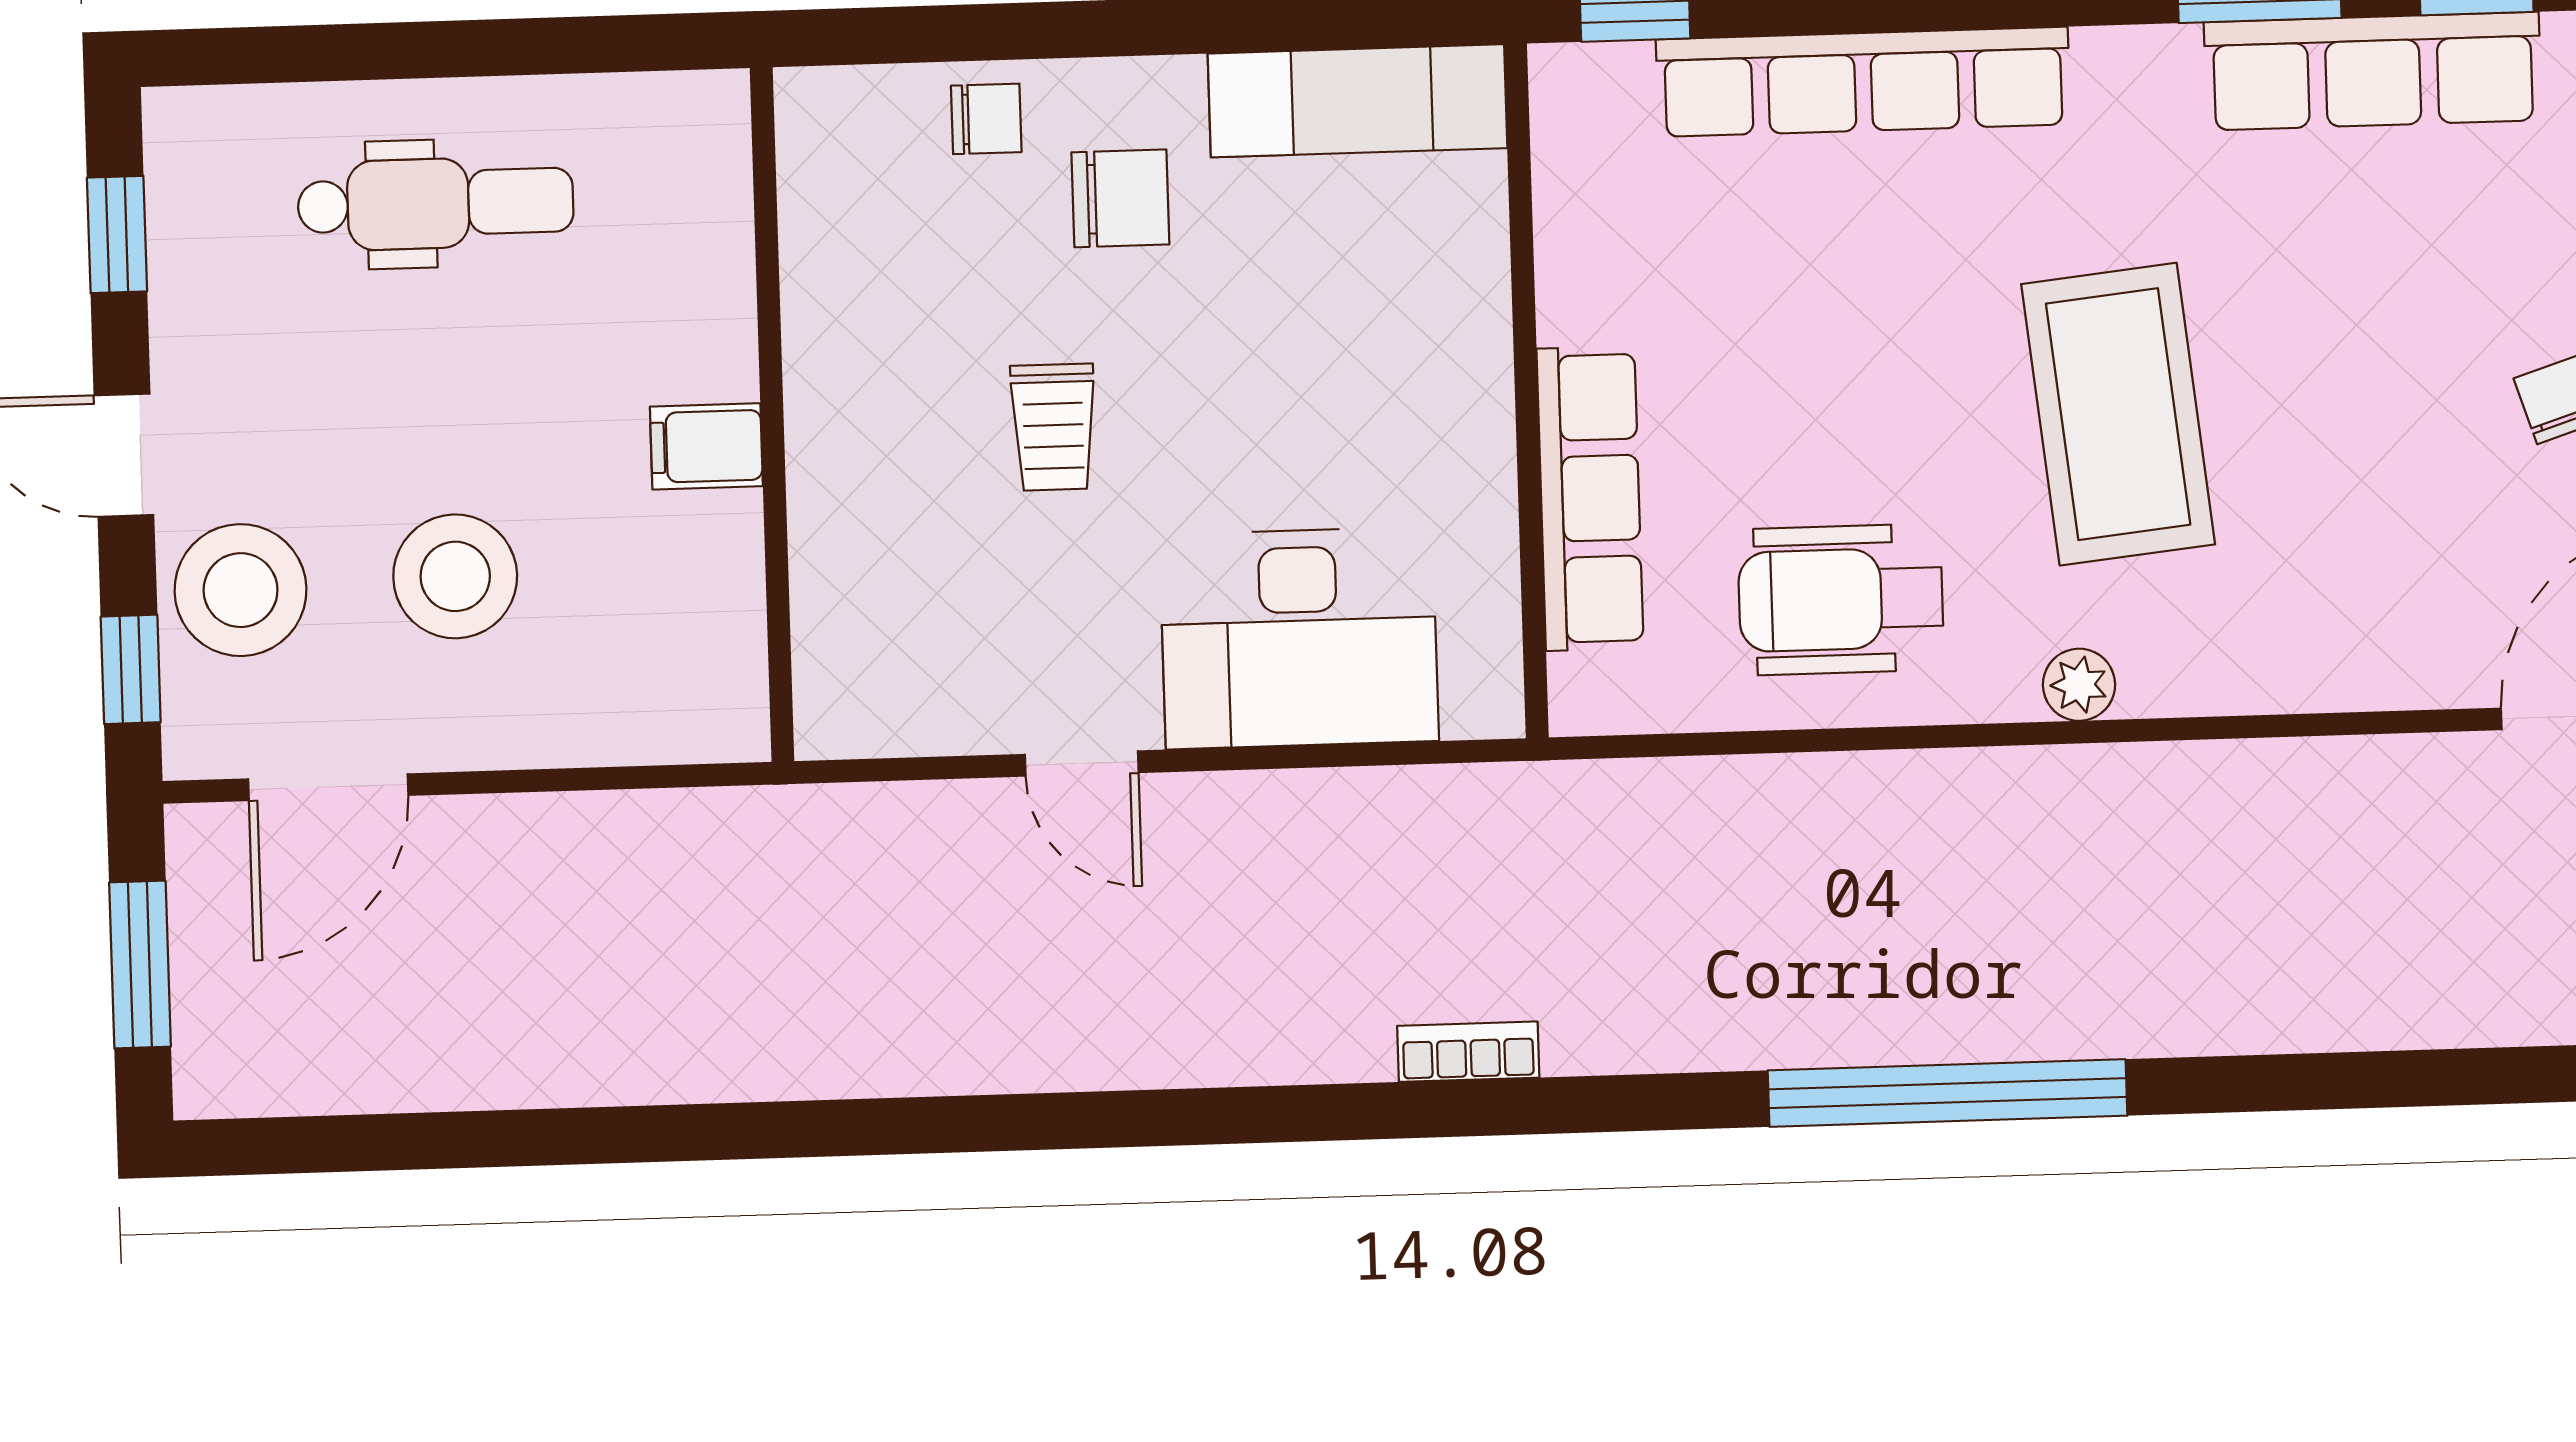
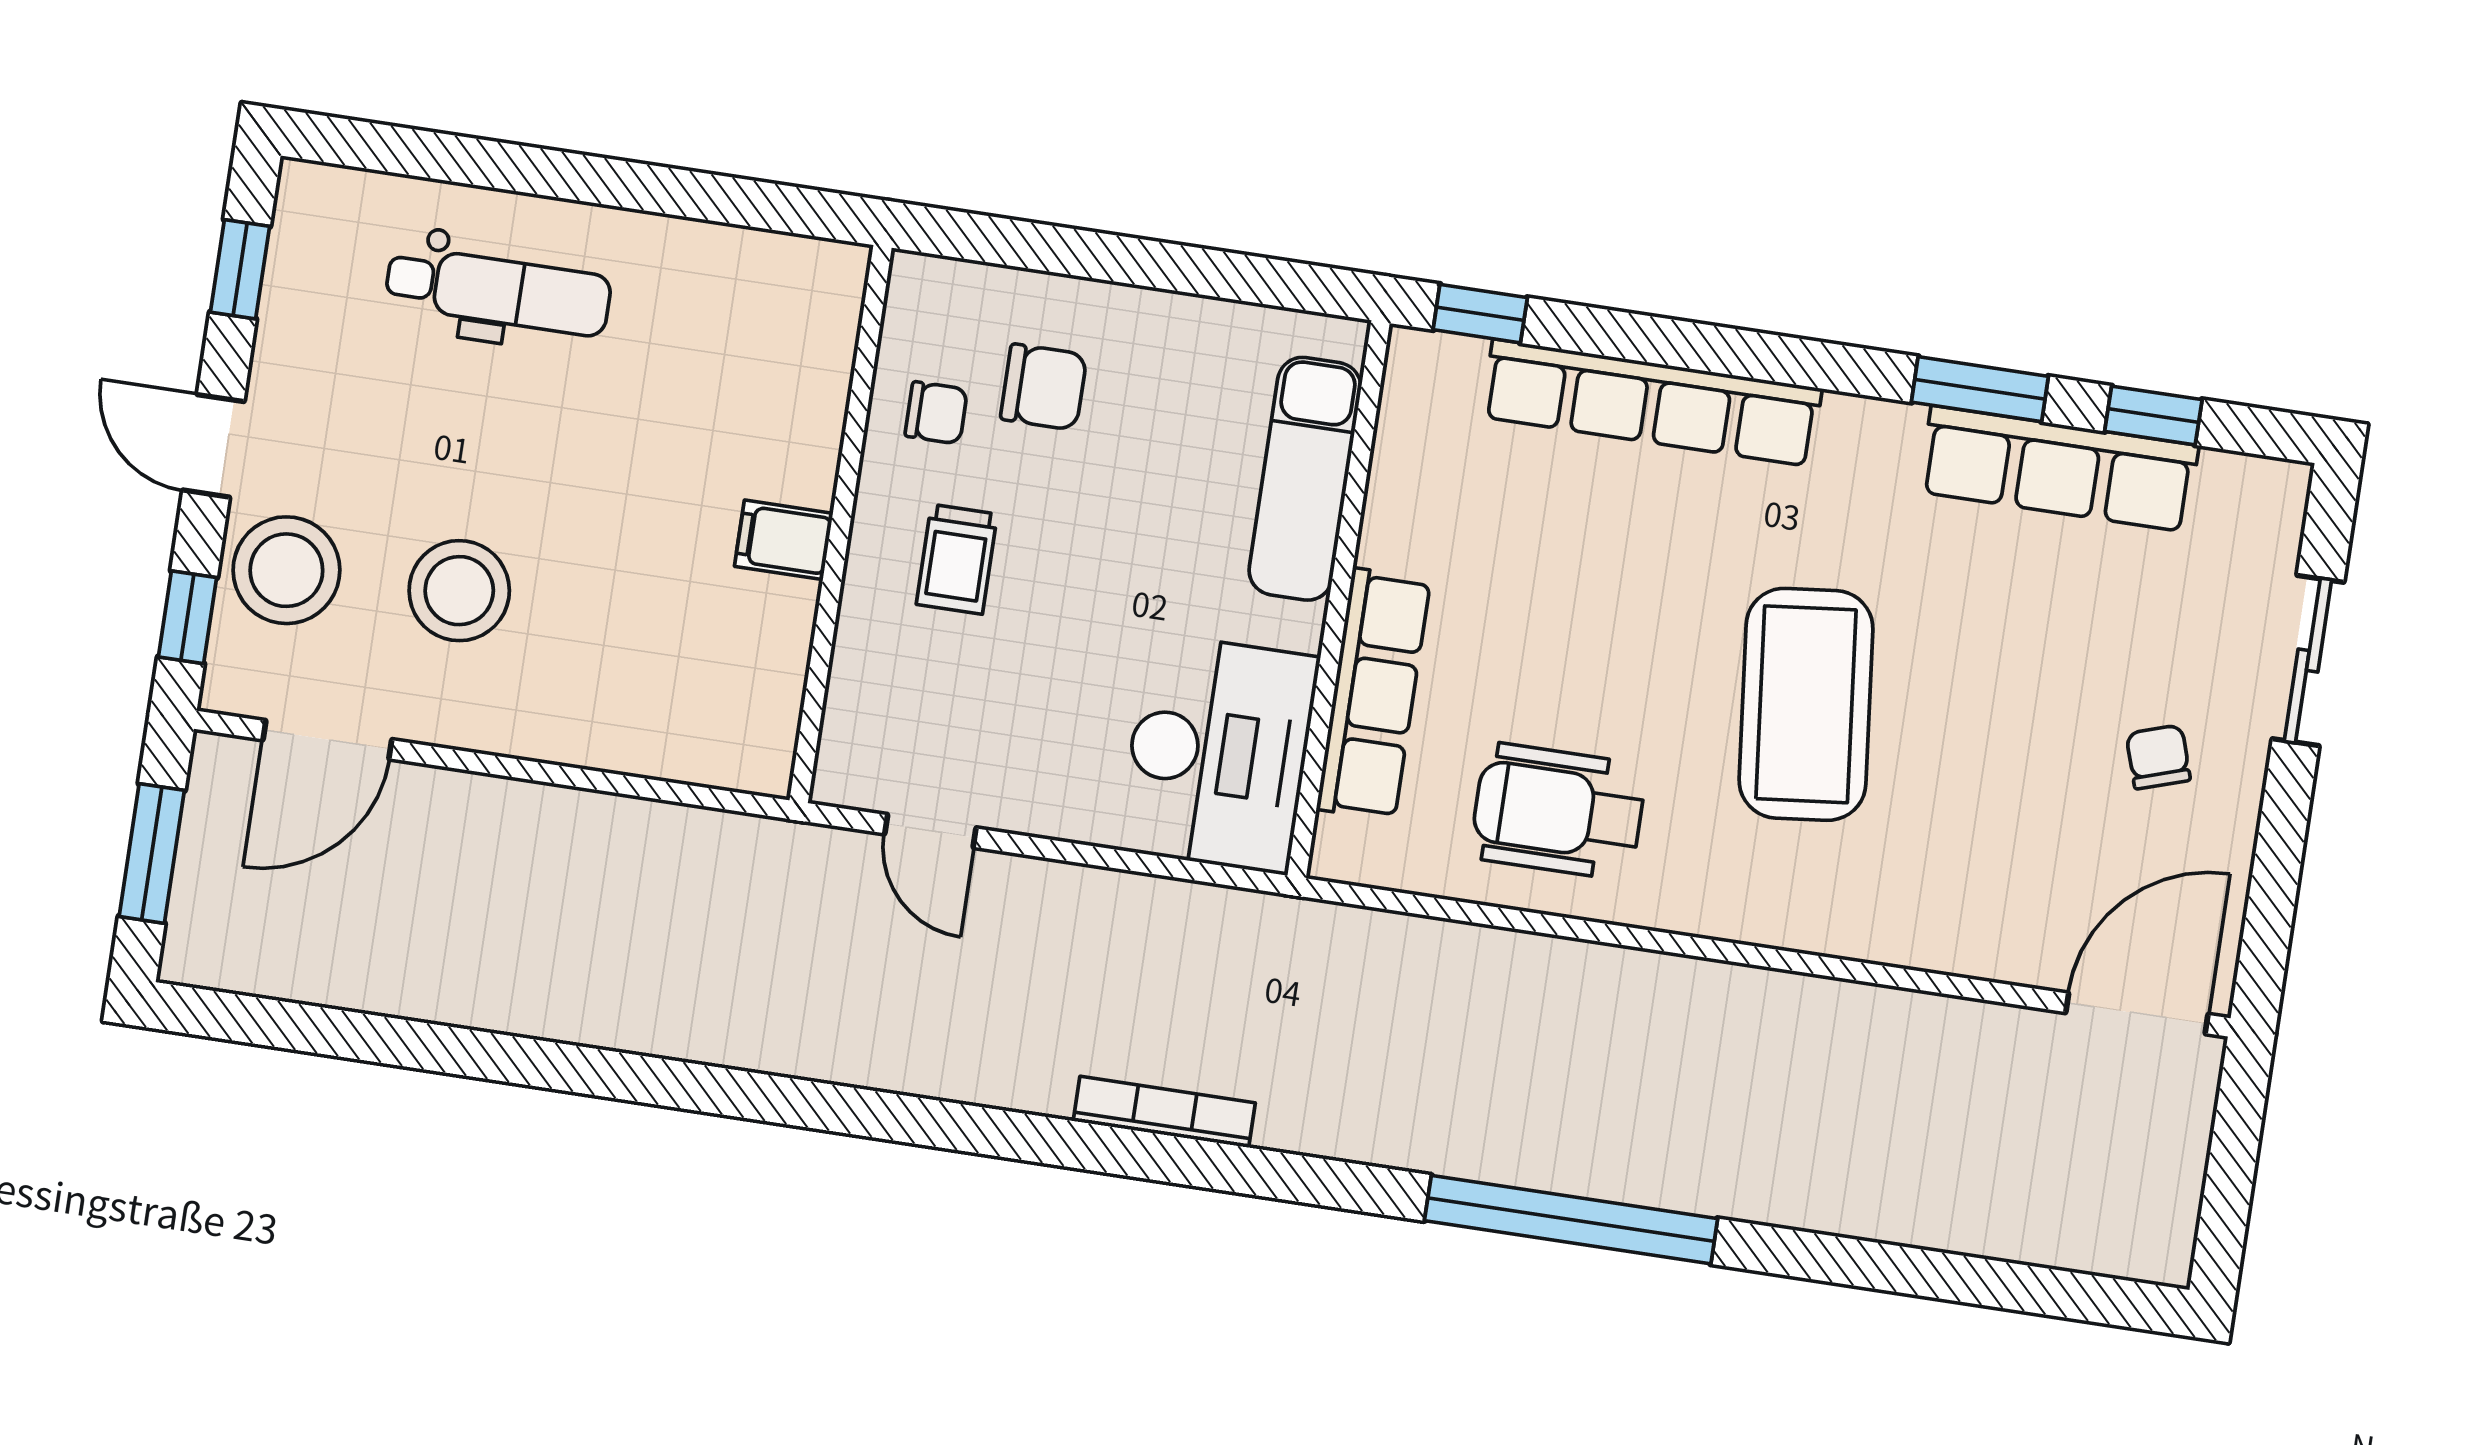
exam couch: (1358, 101) -> (1305, 479), moved, turned 90
chair: (986, 119) -> (936, 413), moved
wall: (772, 415) -> (841, 524), moved
filing cabinet: (706, 446) -> (784, 540), moved
desk: (1299, 638) -> (1218, 753), moved, turned -90
plant: (2079, 685) -> (1735, 914), removed
bookcase: (1468, 1052) -> (1164, 1112), width x1.56

